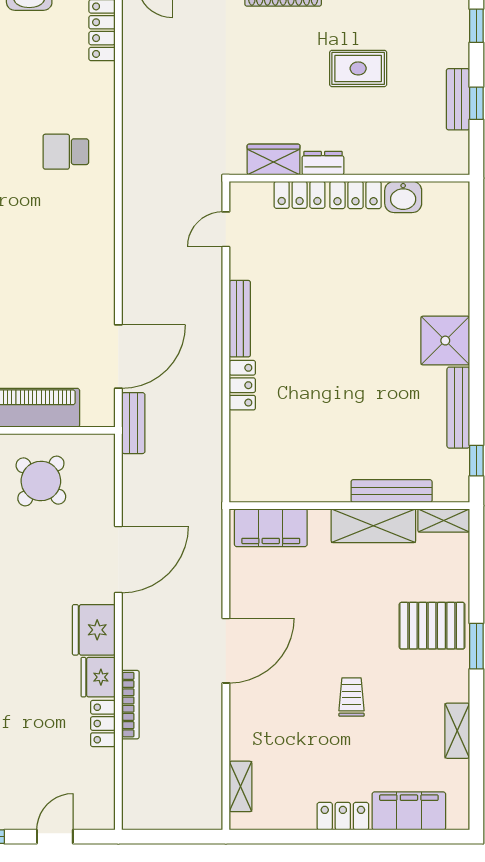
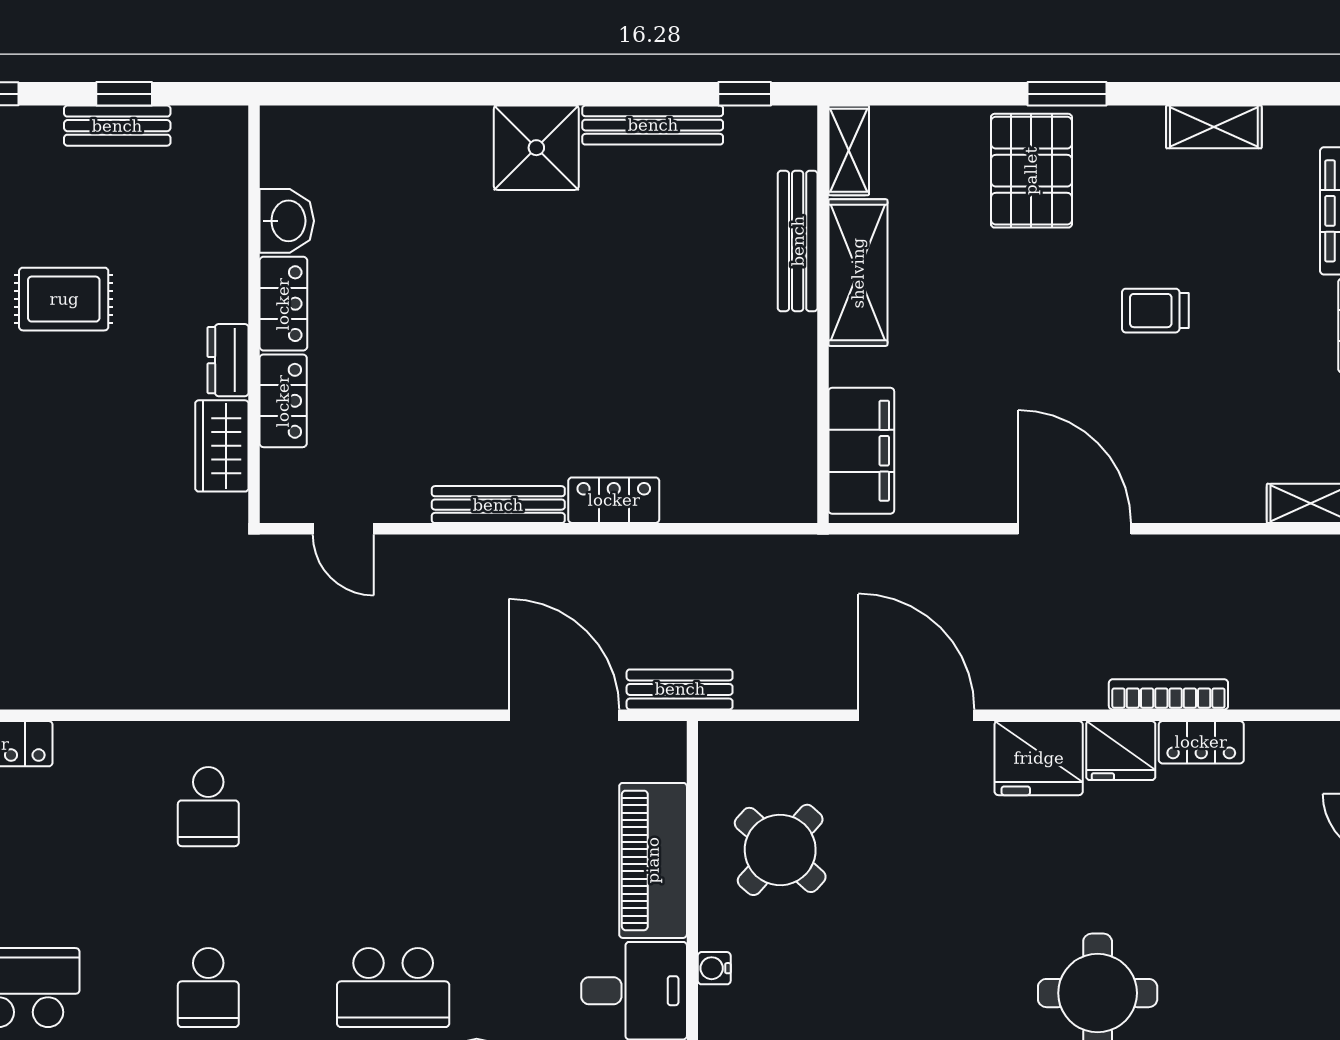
rug: (358, 68) -> (64, 299), turned 90

